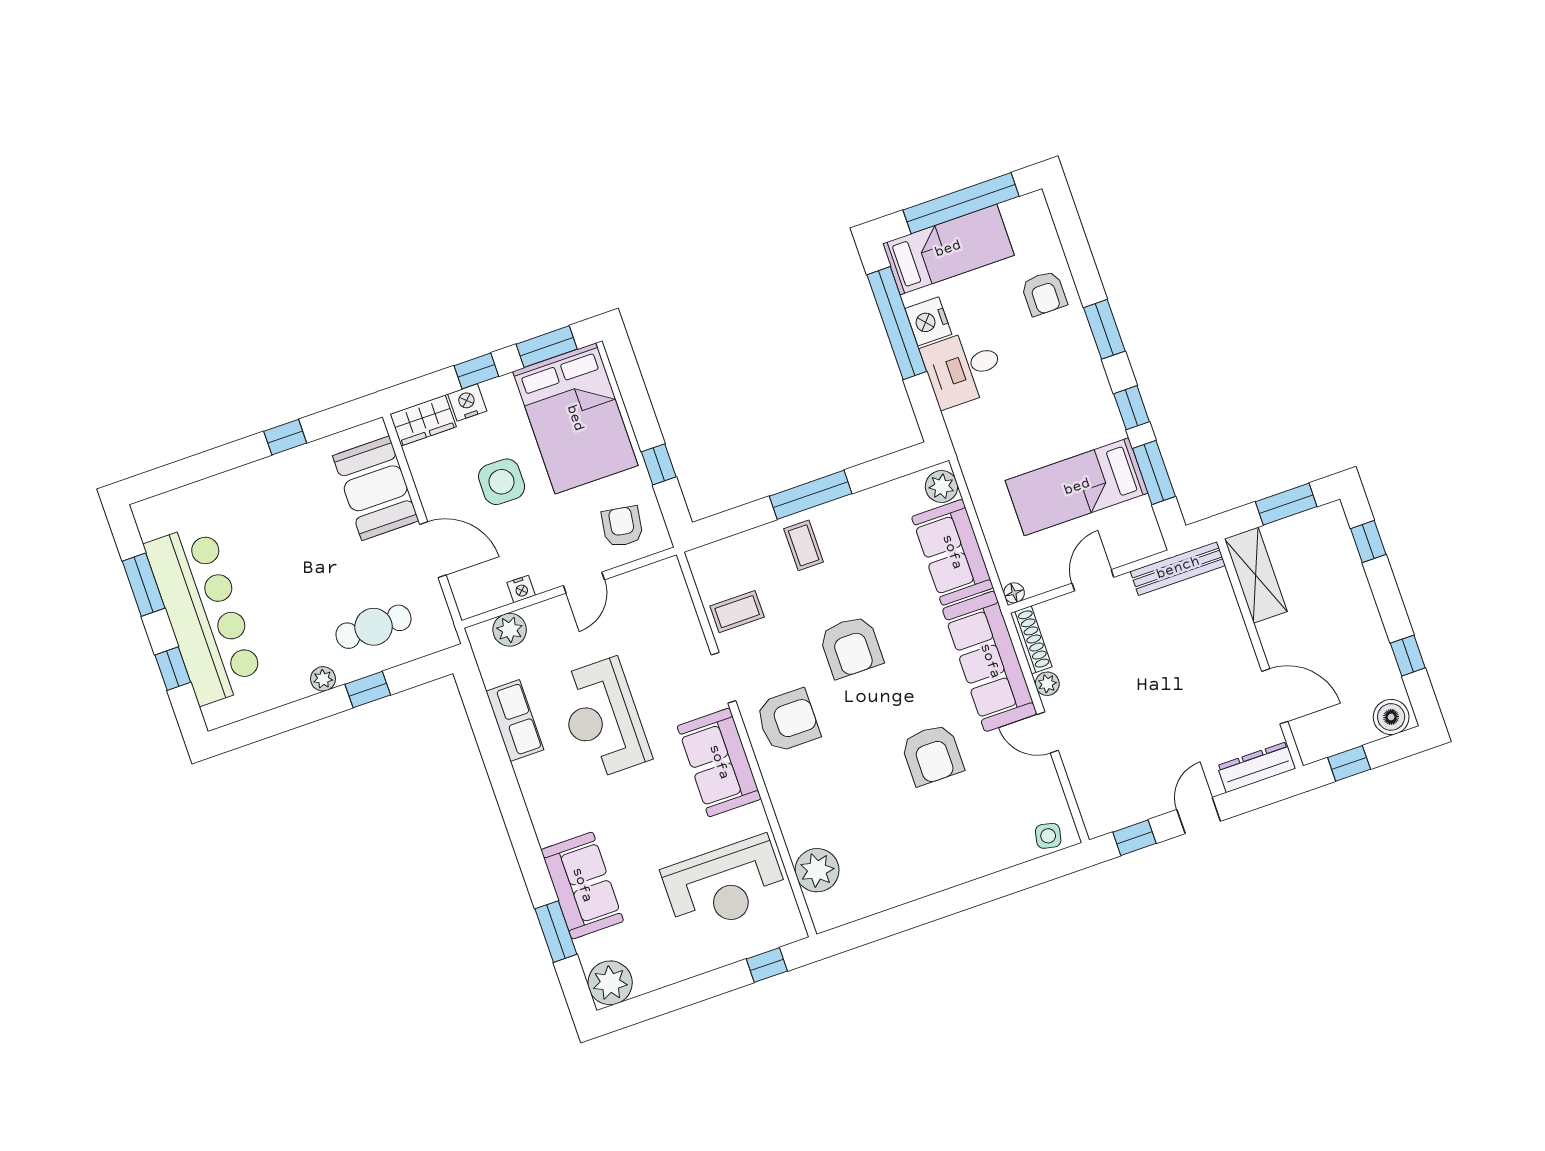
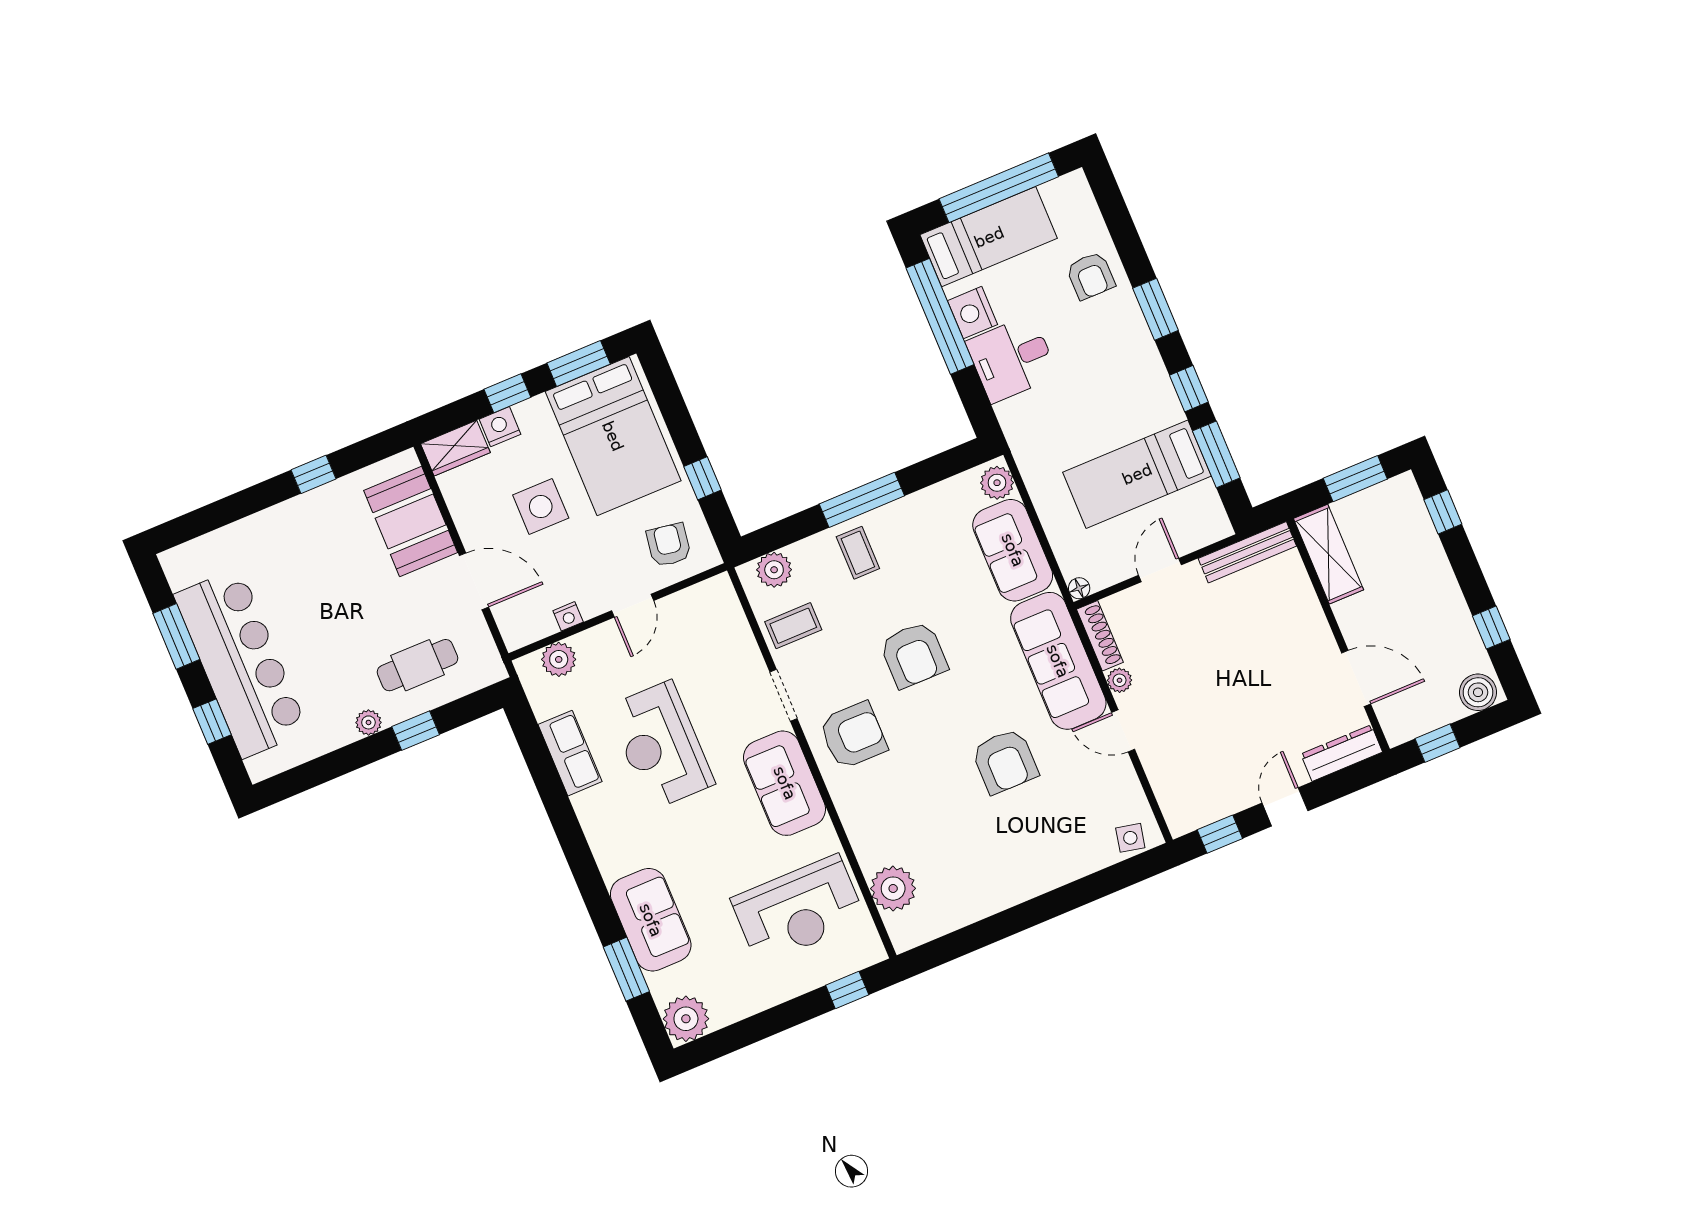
plant: (722, 557) -> (774, 570), added

